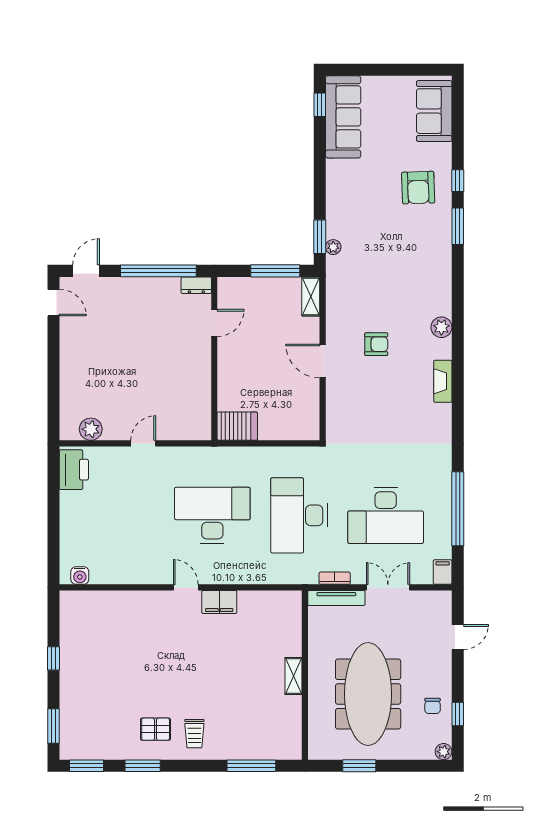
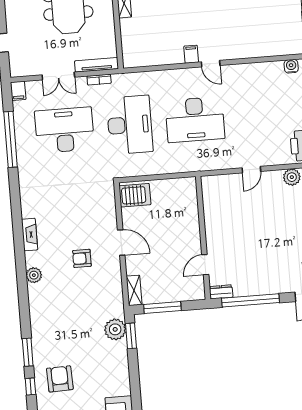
plant: (333, 247) -> (115, 329), width x1.88, depth x1.88
server rack: (237, 426) -> (135, 195), moved, turned 180
filing cabinet: (219, 602) -> (191, 54), width x0.50

